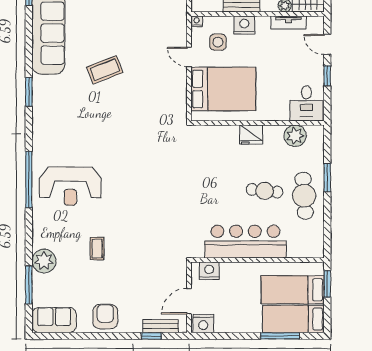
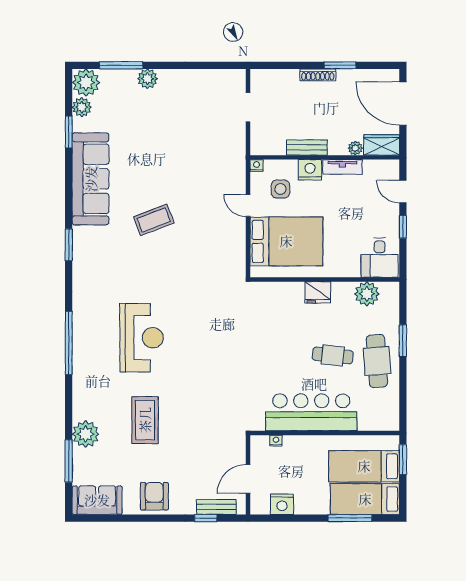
tv unit: (288, 22) -> (343, 167), moved
reception desk: (70, 186) -> (142, 338), moved, turned -90
coffee table: (97, 249) -> (145, 420), width x1.86, depth x1.72
nightstand: (209, 271) -> (276, 441), width x0.53, depth x0.56
nightstand: (203, 324) -> (282, 504), moved

